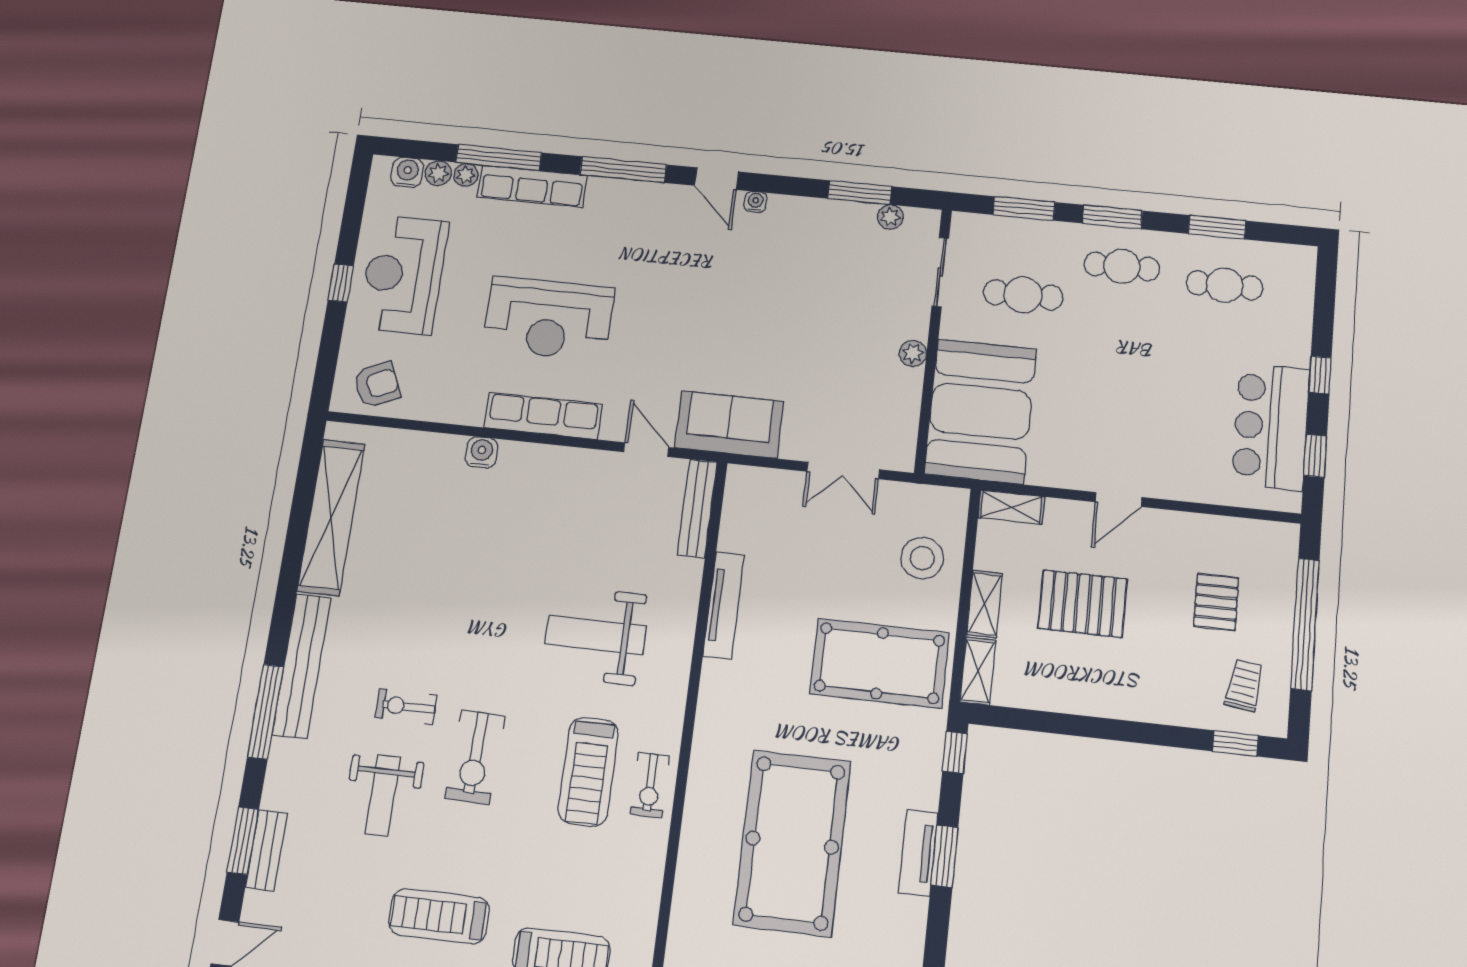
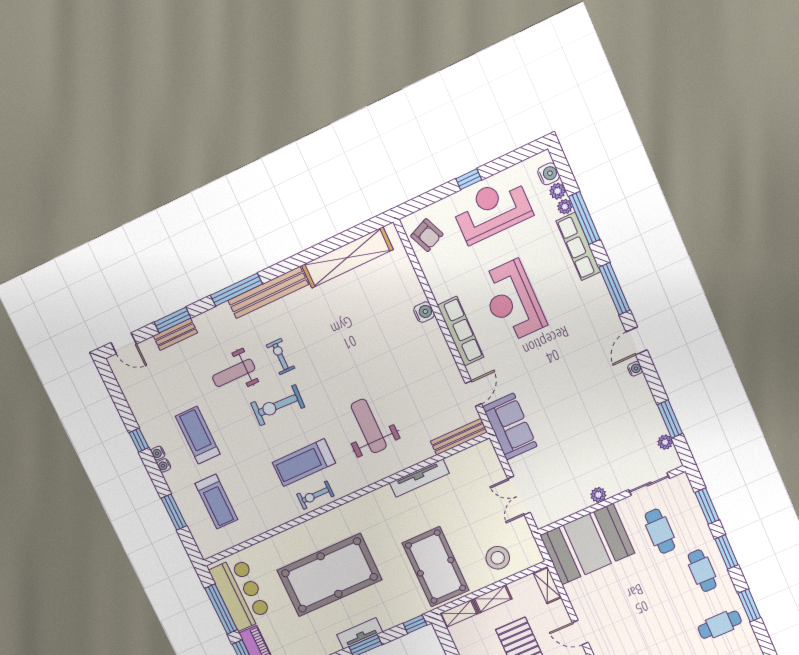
cafe table: (1224, 285) -> (720, 625), turned 90

